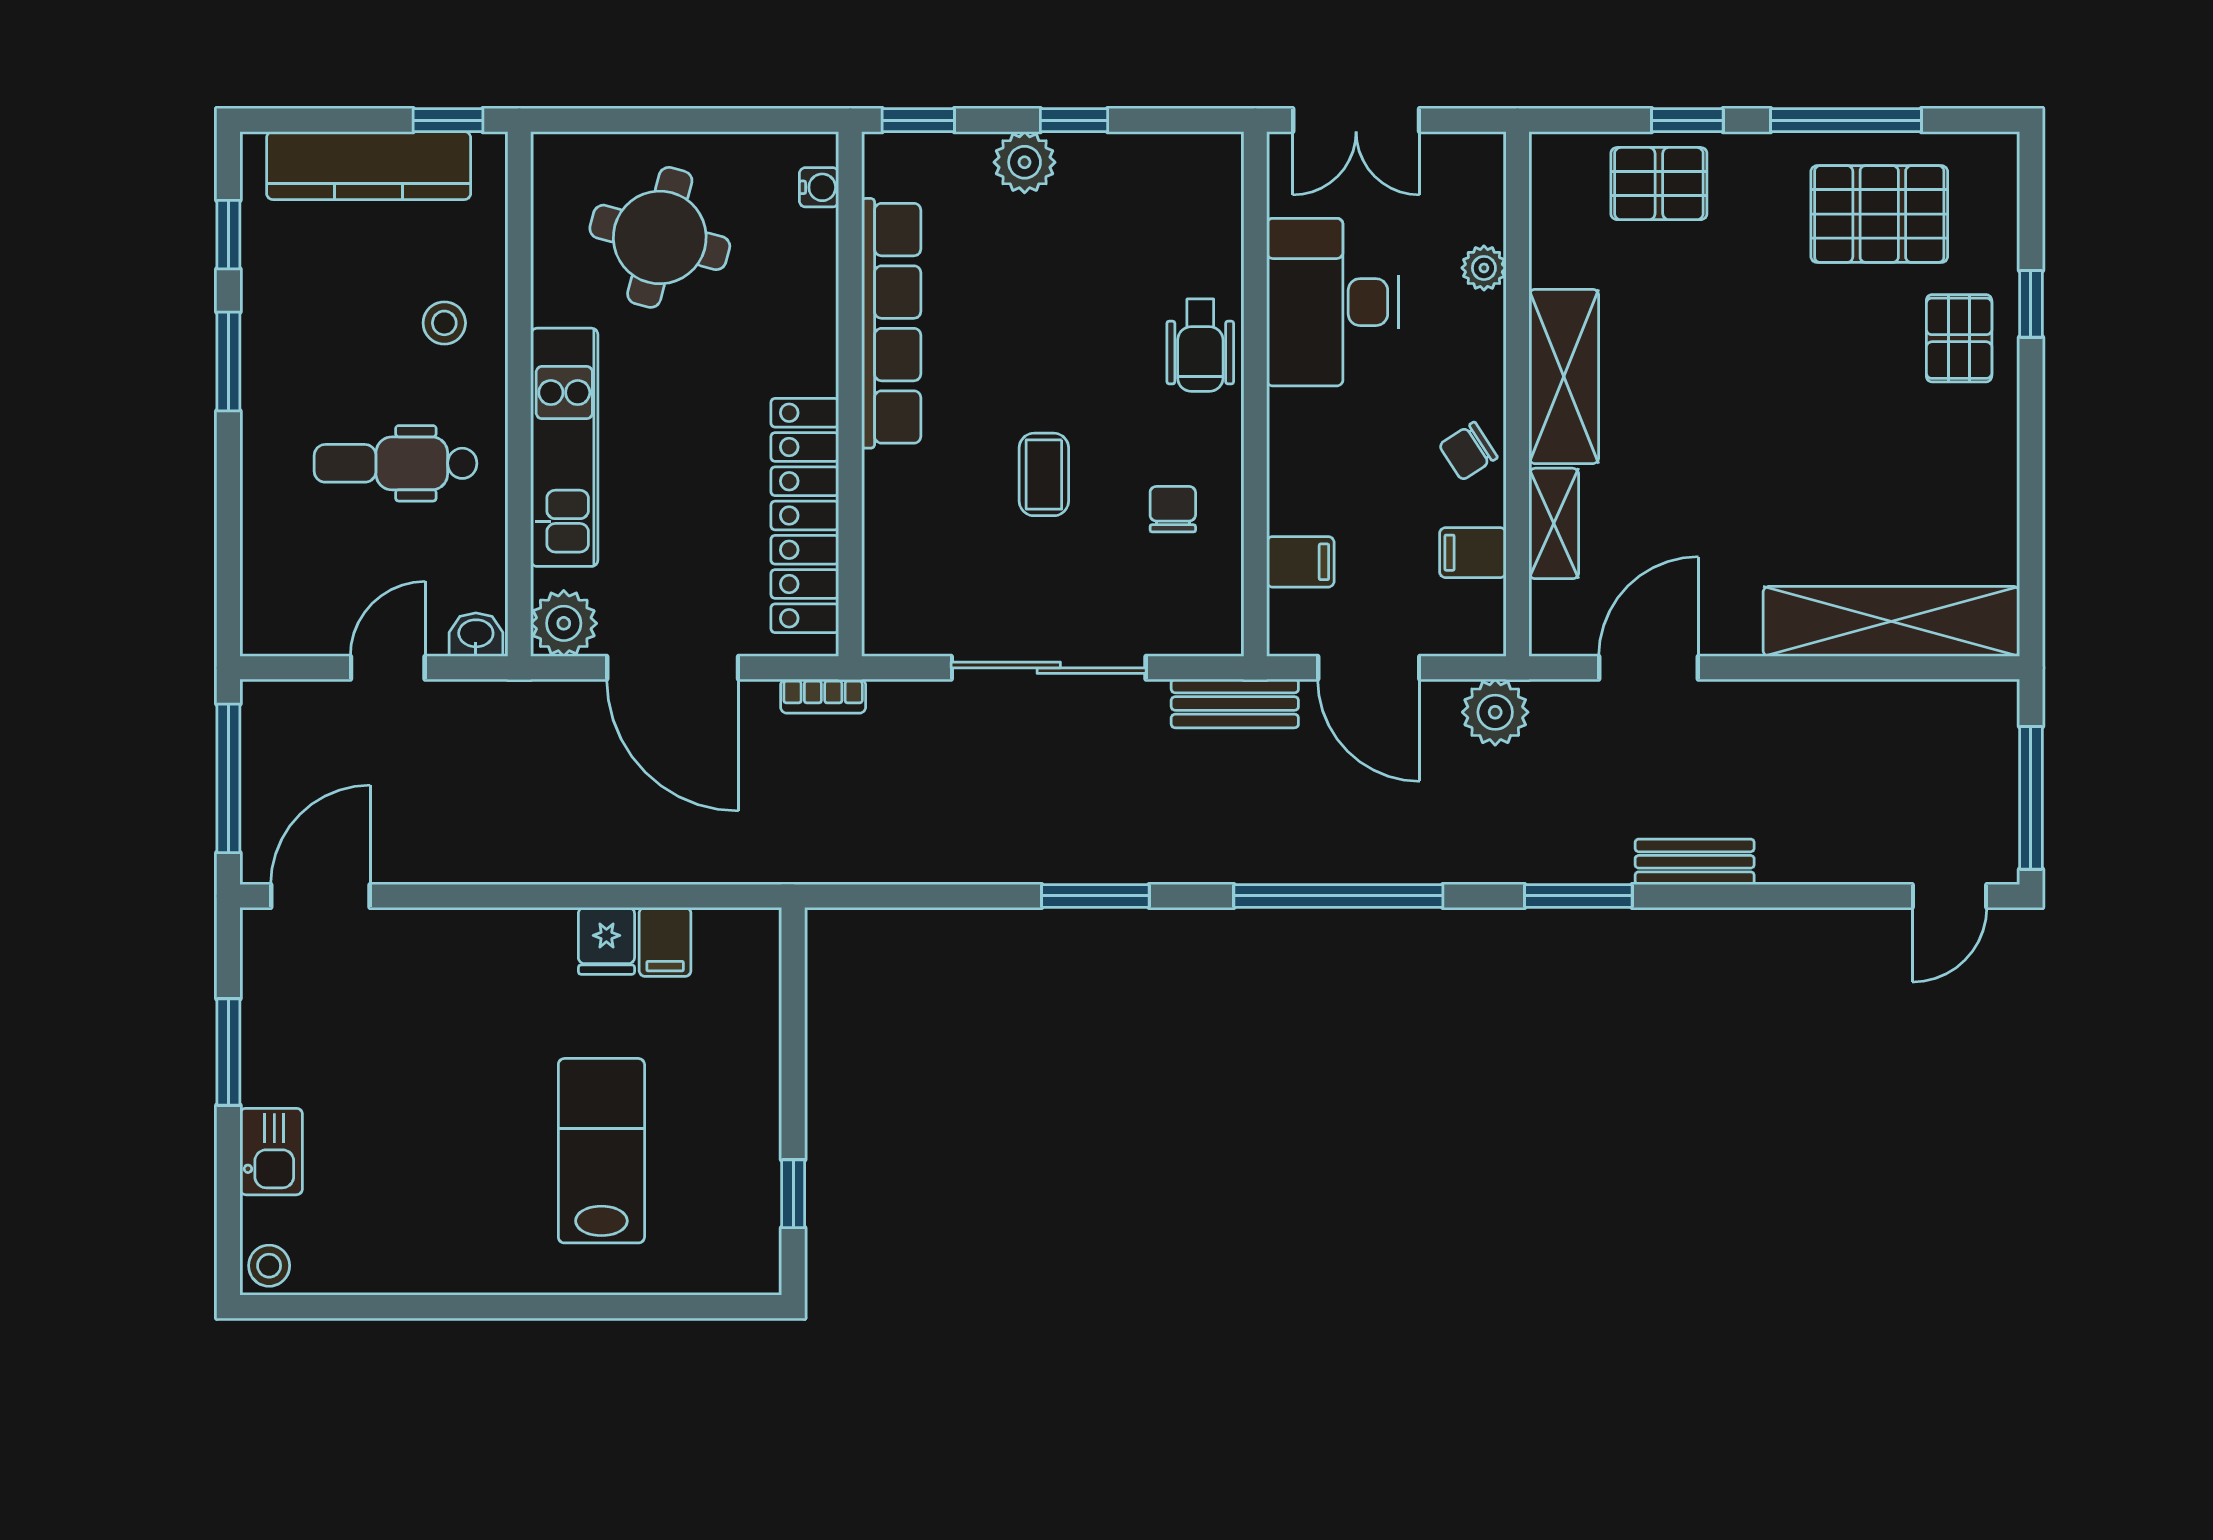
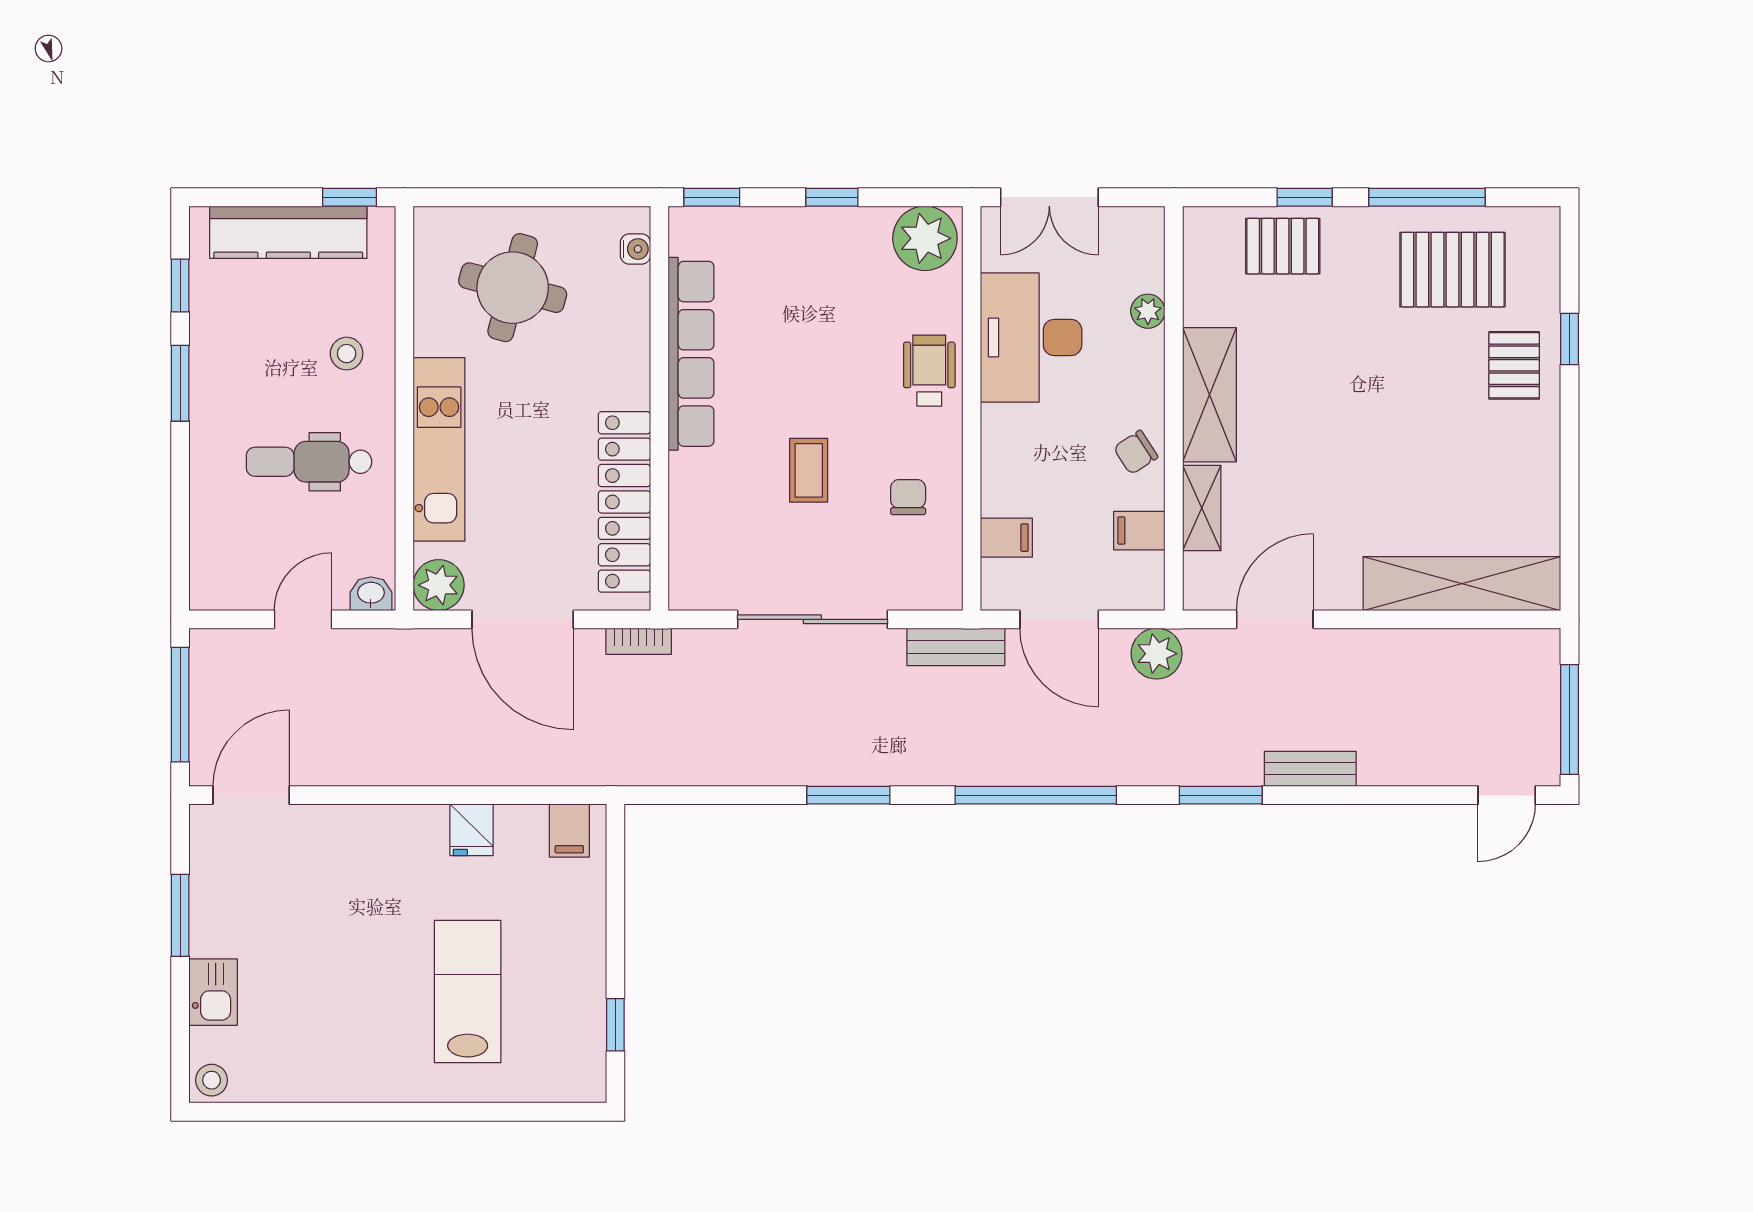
plant: (1025, 162) -> (925, 238), moved, width x1.36, depth x1.36
wheelchair: (1200, 345) -> (929, 371), turned 180
filing cabinet: (665, 942) -> (569, 831), moved

